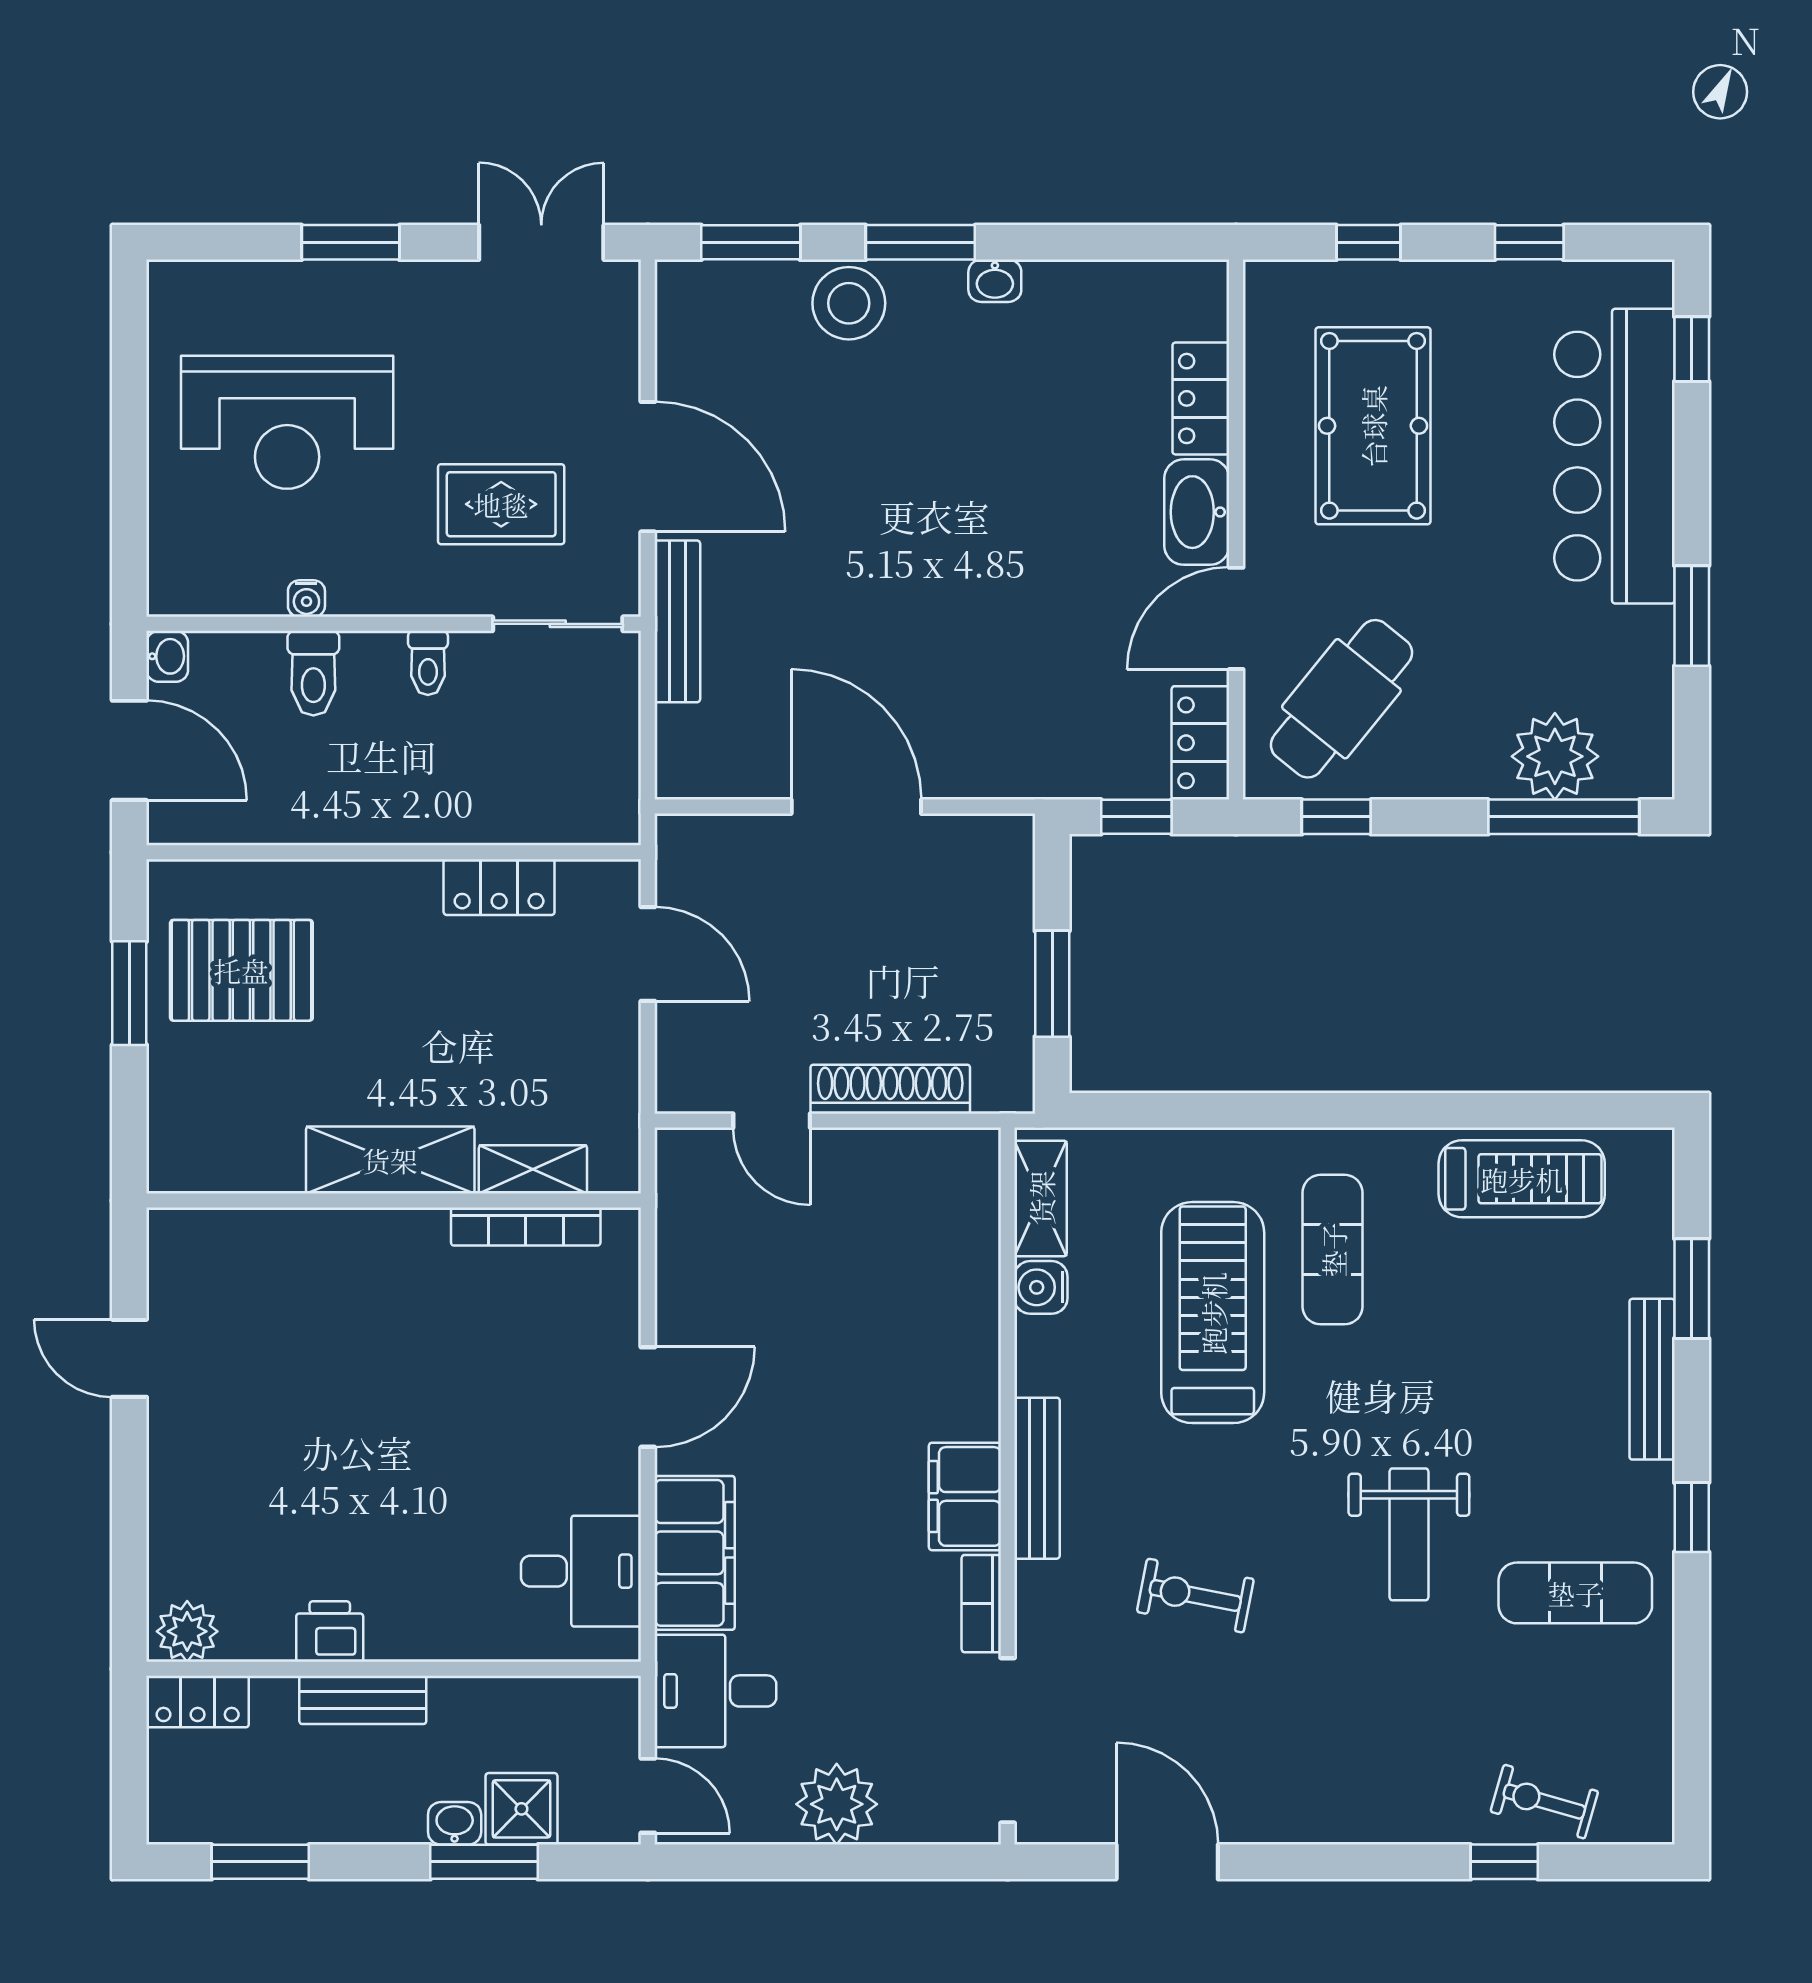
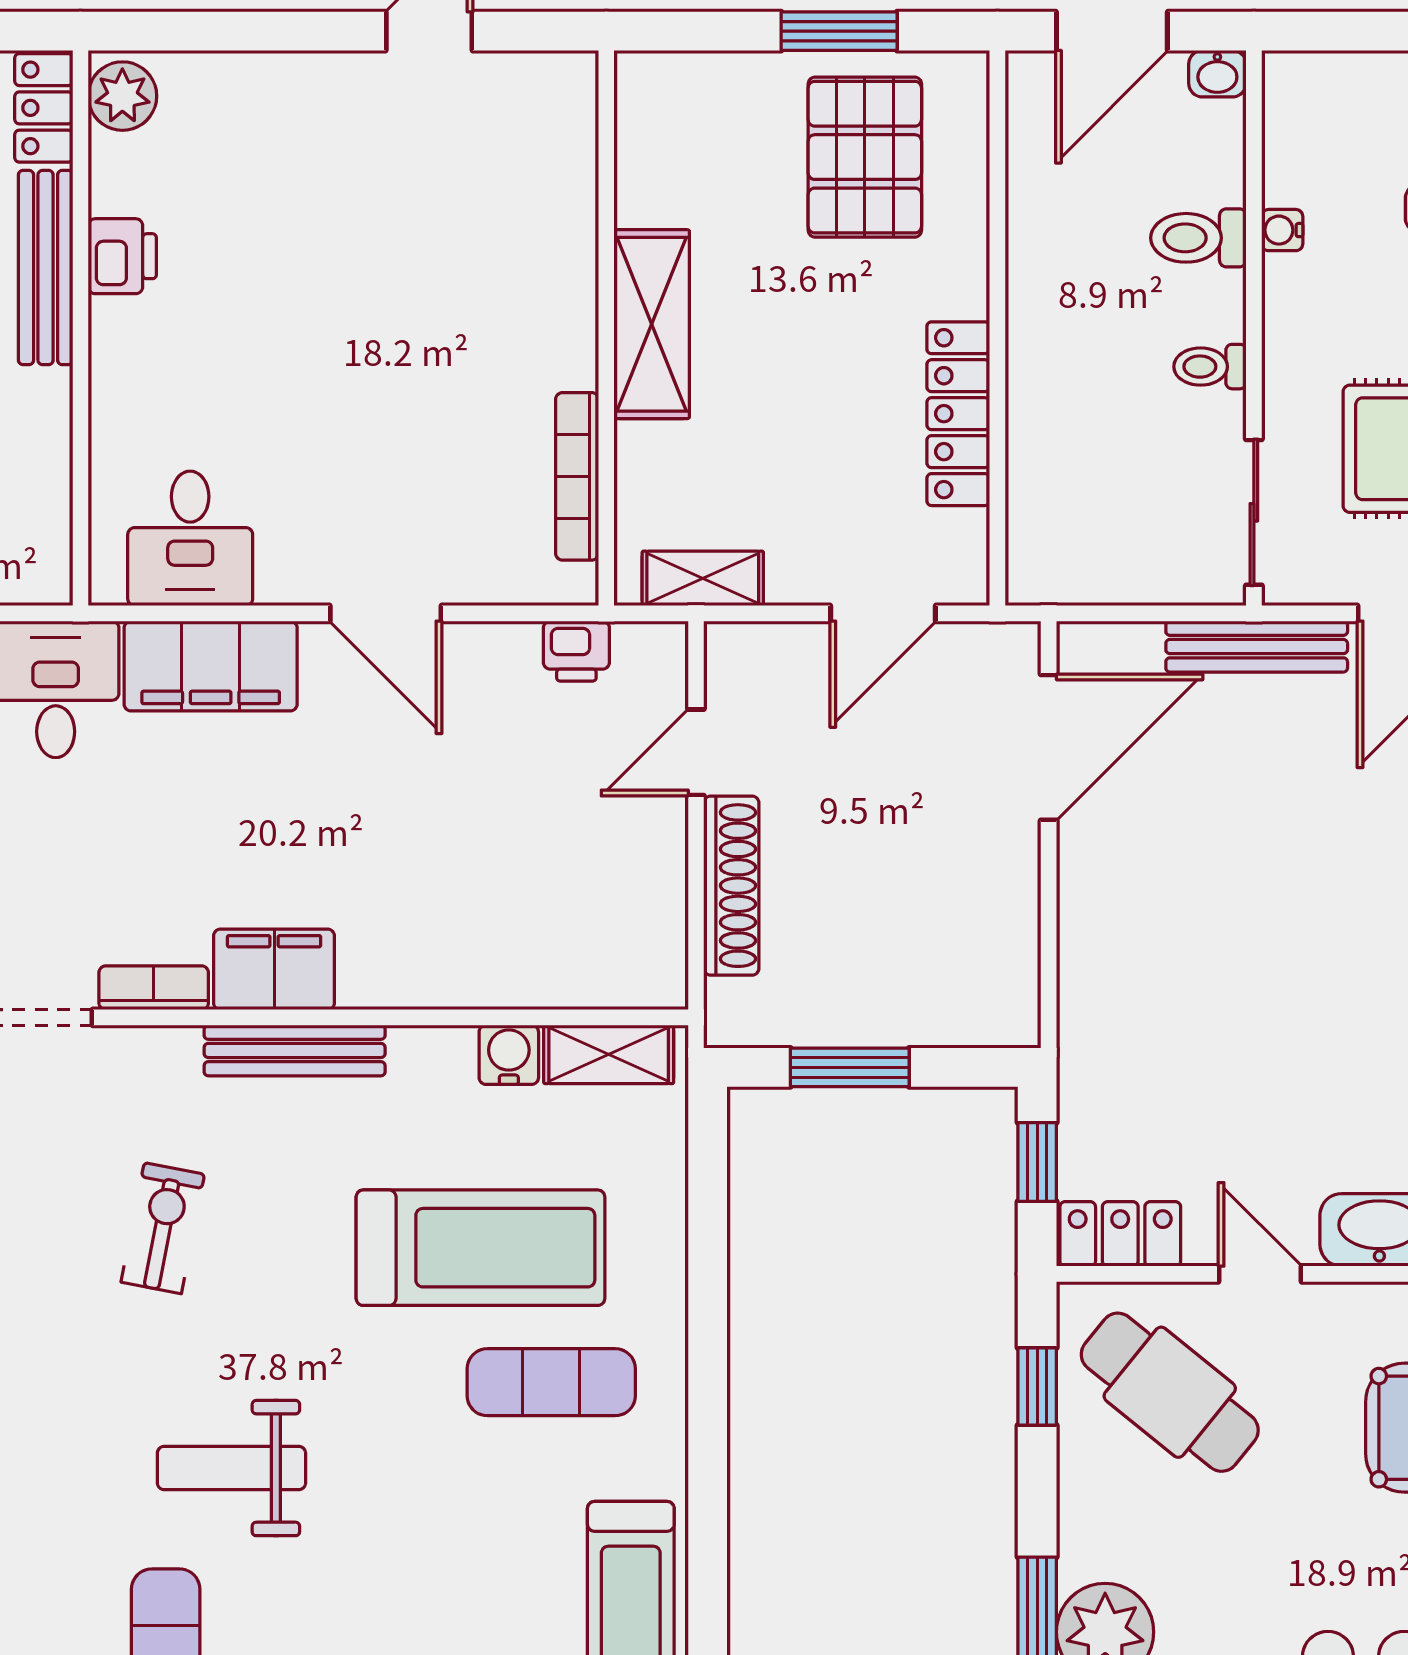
door: (1236, 618) -> (1260, 1274), width x0.73
door: (856, 807) -> (1049, 747), moved
locker: (499, 887) -> (958, 414), width x1.53
shelving: (533, 1169) -> (703, 578), moved, turned 90
printer: (681, 1227) -> (576, 651), added
bench: (363, 1700) -> (46, 268), width x1.36

